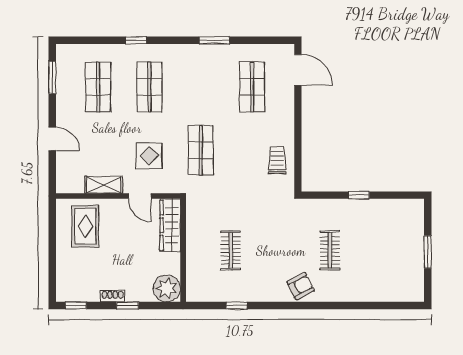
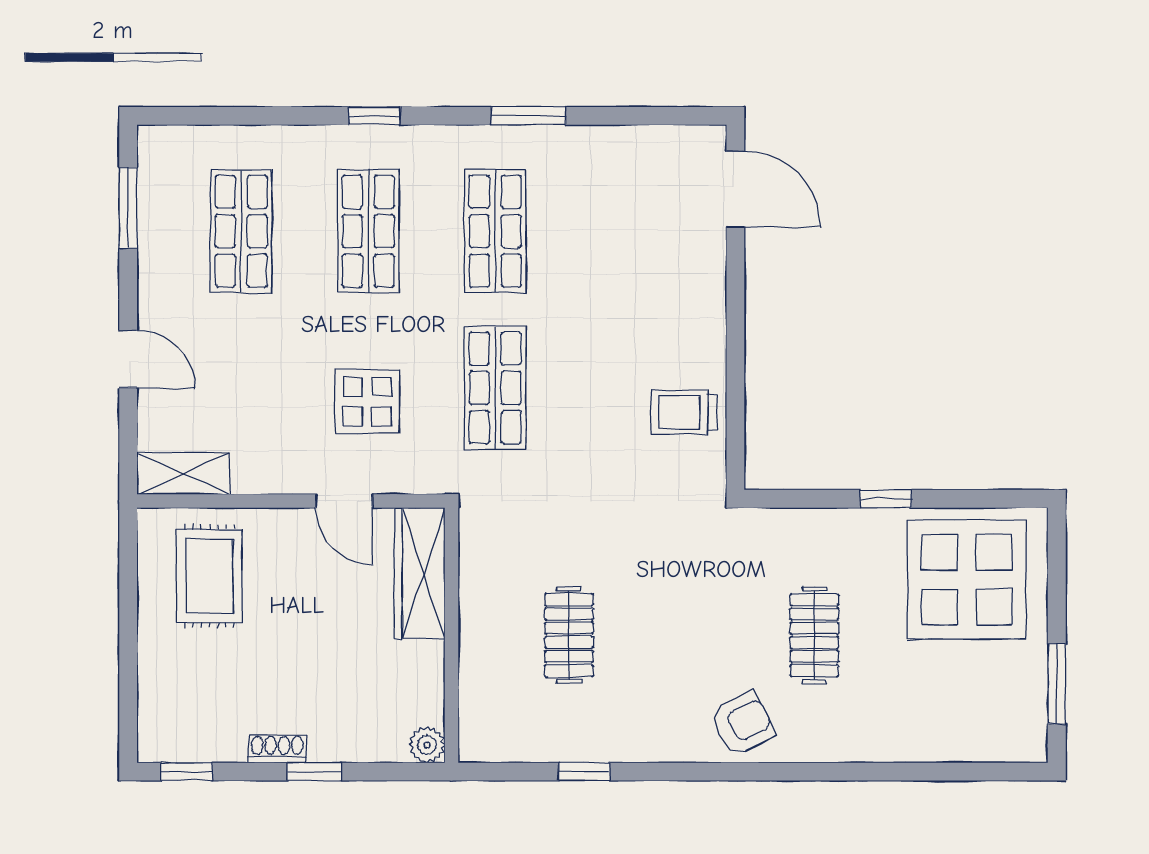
window: (136, 40) -> (374, 116), moved
shop shelf: (252, 87) -> (495, 231), moved
trolley: (277, 160) -> (684, 412), turned -90
shelving: (104, 185) -> (183, 473), moved
display table: (391, 228) -> (967, 580), added
window: (428, 252) -> (1057, 684), moved
plant: (167, 288) -> (427, 745), width x0.53, depth x0.53

